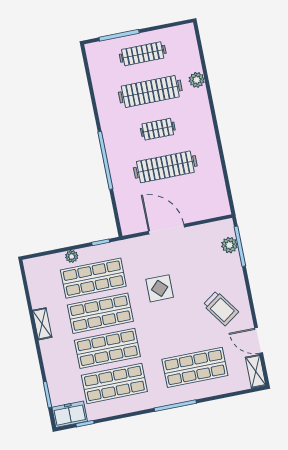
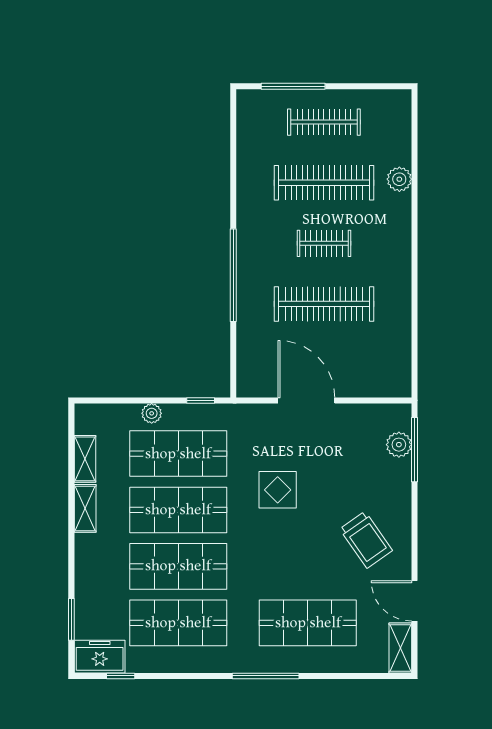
shelving: (36, 293) -> (85, 459), added

